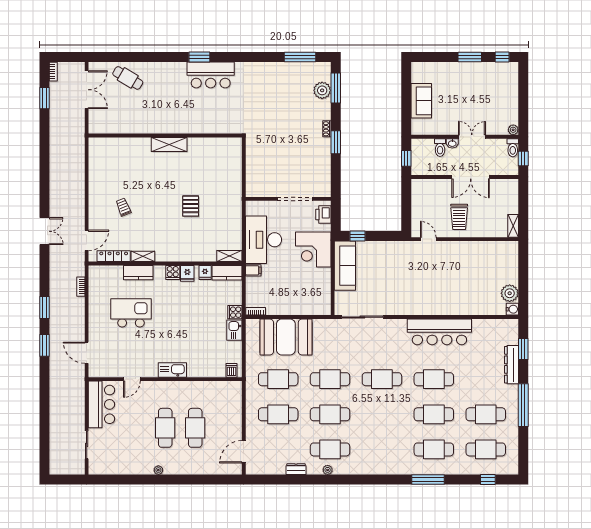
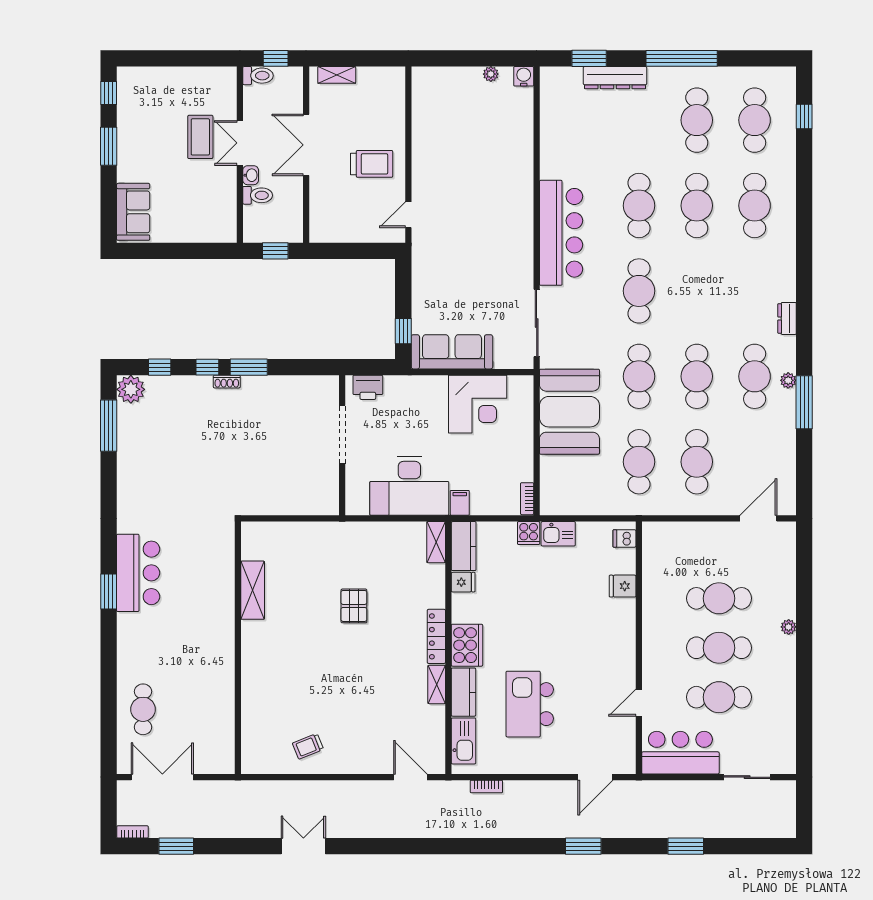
cafe table: (128, 78) -> (143, 709), turned -31
window: (336, 88) -> (160, 367), width x0.46
plant: (322, 90) -> (131, 389), moved
sofa: (421, 101) -> (133, 212), moved, turned 90
coffee table: (475, 113) -> (200, 137), added
window: (336, 117) -> (207, 367), added
plant: (513, 130) -> (228, 75), removed
shelving: (169, 144) -> (253, 590), moved
double door: (471, 177) -> (306, 145), swing flipped
pallet: (191, 206) -> (354, 606), turned 90
trolley: (123, 207) -> (308, 746), moved
shelving: (513, 226) -> (337, 75), moved
double door: (45, 231) -> (303, 846), moved
corner desk: (313, 250) -> (478, 404), moved
locker: (114, 256) -> (436, 636), moved
cooker: (173, 272) -> (467, 645), width x1.87, depth x1.31
fridge: (187, 273) -> (623, 586), moved, turned 180
plant: (510, 293) -> (491, 74), width x0.53, depth x0.53
window: (45, 307) -> (686, 846), moved
bar counter: (439, 332) -> (561, 233), moved
booth: (286, 337) -> (569, 412), moved
kitchen sink: (172, 370) -> (464, 741), moved, turned 180
door: (132, 379) -> (639, 703), swing flipped
cafe table: (135, 428) -> (719, 697), added
door: (244, 452) -> (758, 518), swing flipped
dresser: (296, 469) -> (787, 318), moved
plant: (158, 470) -> (789, 627), moved
window: (428, 480) -> (804, 402), moved

